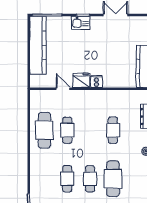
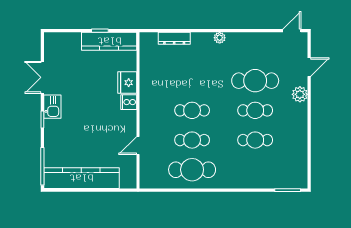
kitchen sink: (81, 23) -> (52, 107), moved
fridge: (81, 80) -> (127, 83), moved
cafe table: (113, 130) -> (192, 110), moved

